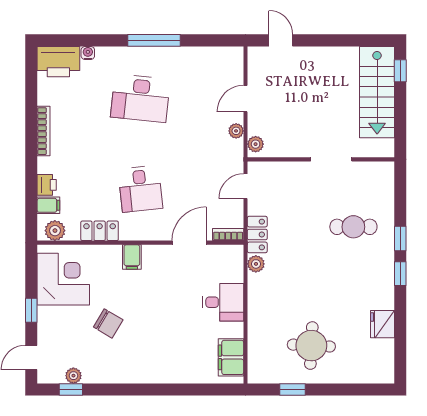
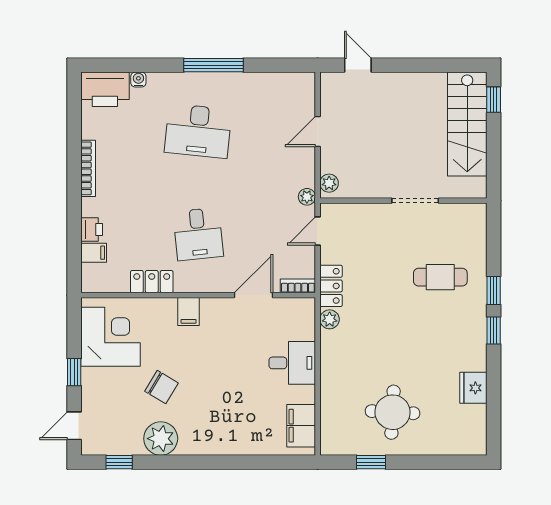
plant: (236, 131) -> (307, 197), moved
plant: (55, 231) -> (101, 281), removed
plant: (73, 376) -> (161, 439), moved, width x1.87, depth x1.87

